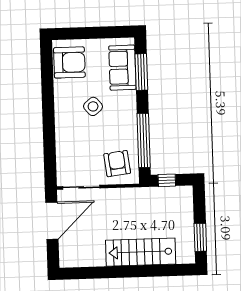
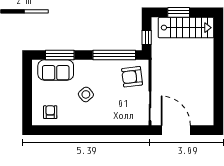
armchair: (69, 62) -> (50, 112), width x0.53, depth x0.53
window: (200, 237) -> (179, 12), moved
stairs: (141, 252) -> (186, 28), moved, turned -90

